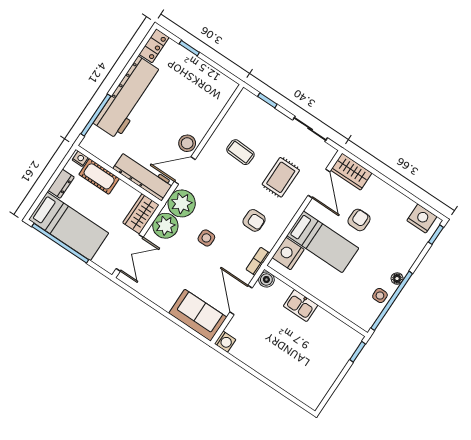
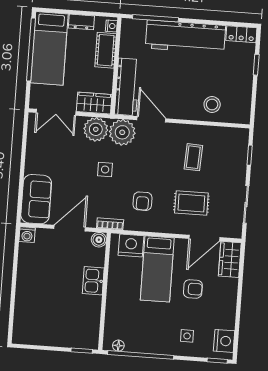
stool: (187, 143) -> (212, 104), moved
floor lamp: (397, 279) -> (118, 346), moved
side table: (380, 296) -> (187, 336), moved

